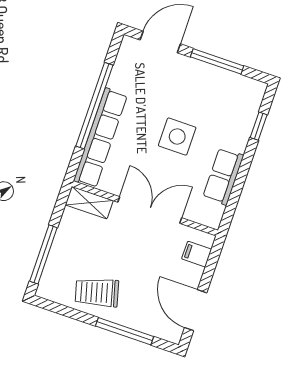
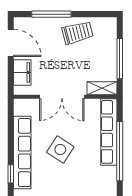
side table: (177, 137) -> (60, 149), turned 33
row of seats: (223, 176) -> (22, 153), width x2.02
window: (43, 254) -> (120, 59), moved
filing cabinet: (197, 254) -> (22, 72), width x2.00

